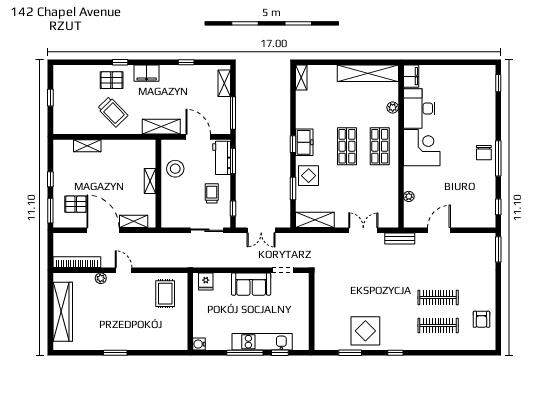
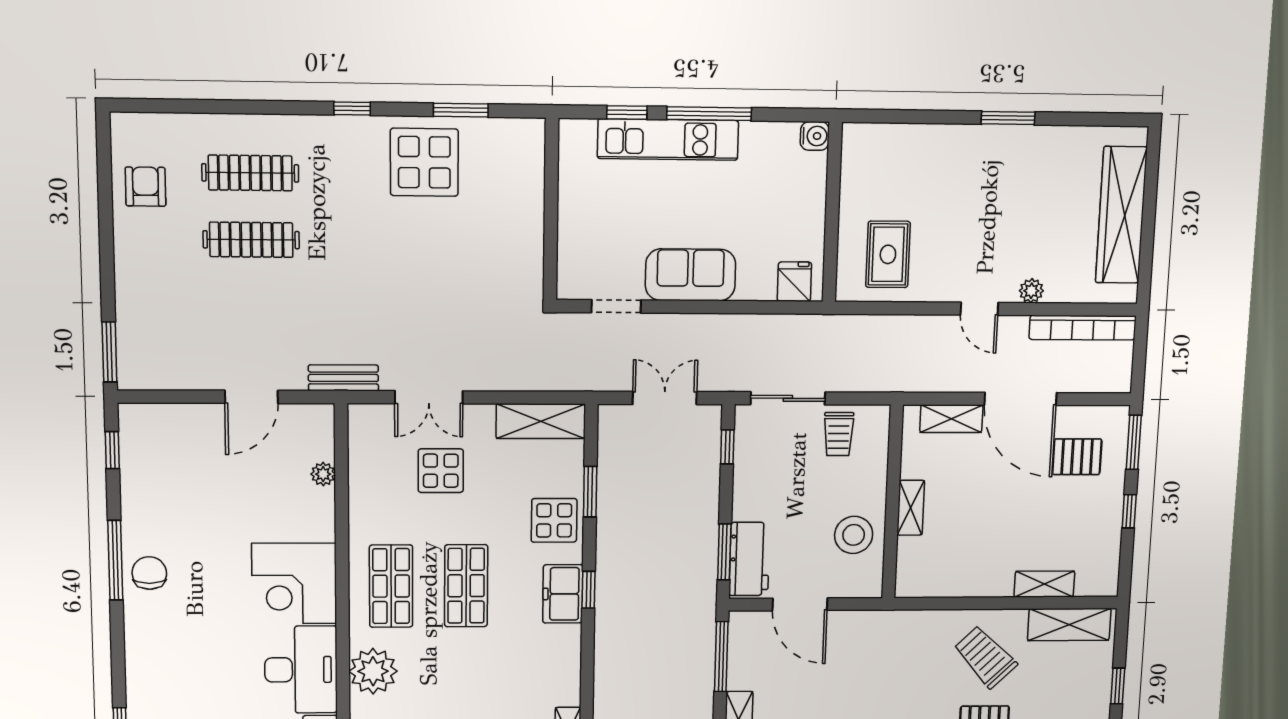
plant: (393, 107) -> (373, 671), width x1.87, depth x1.87
shelving: (161, 127) -> (1069, 625), moved
trolley: (212, 193) -> (839, 434), moved
display table: (358, 198) -> (441, 471), added

